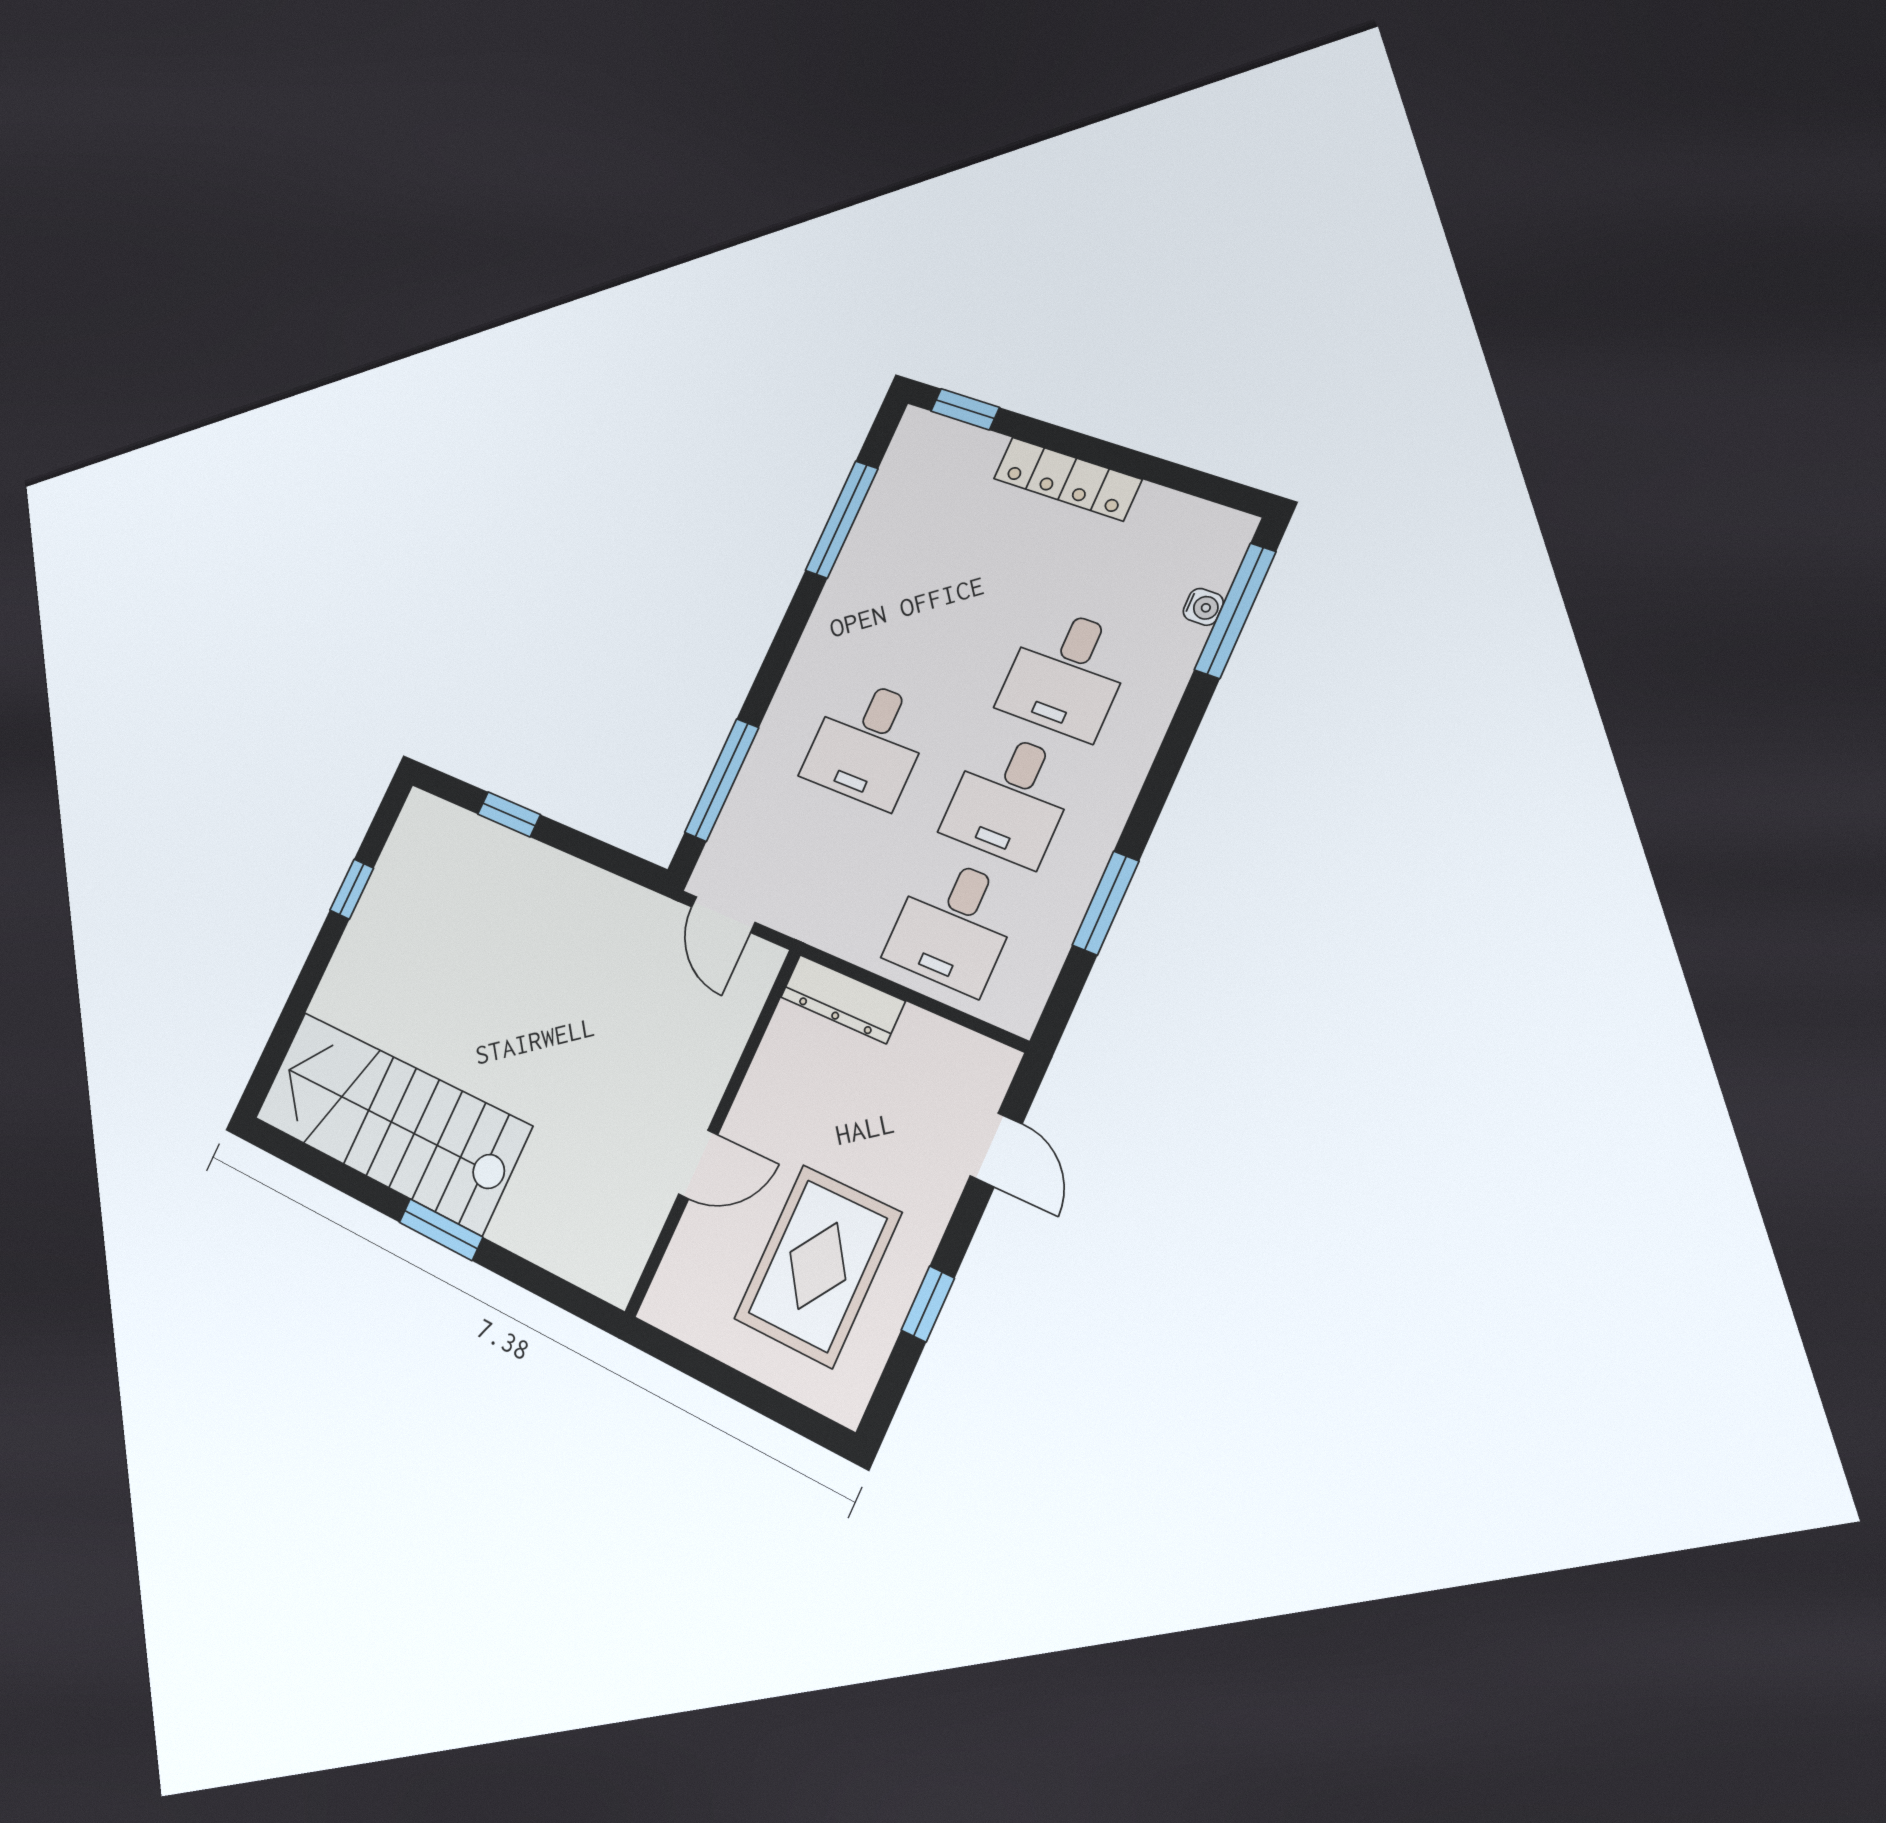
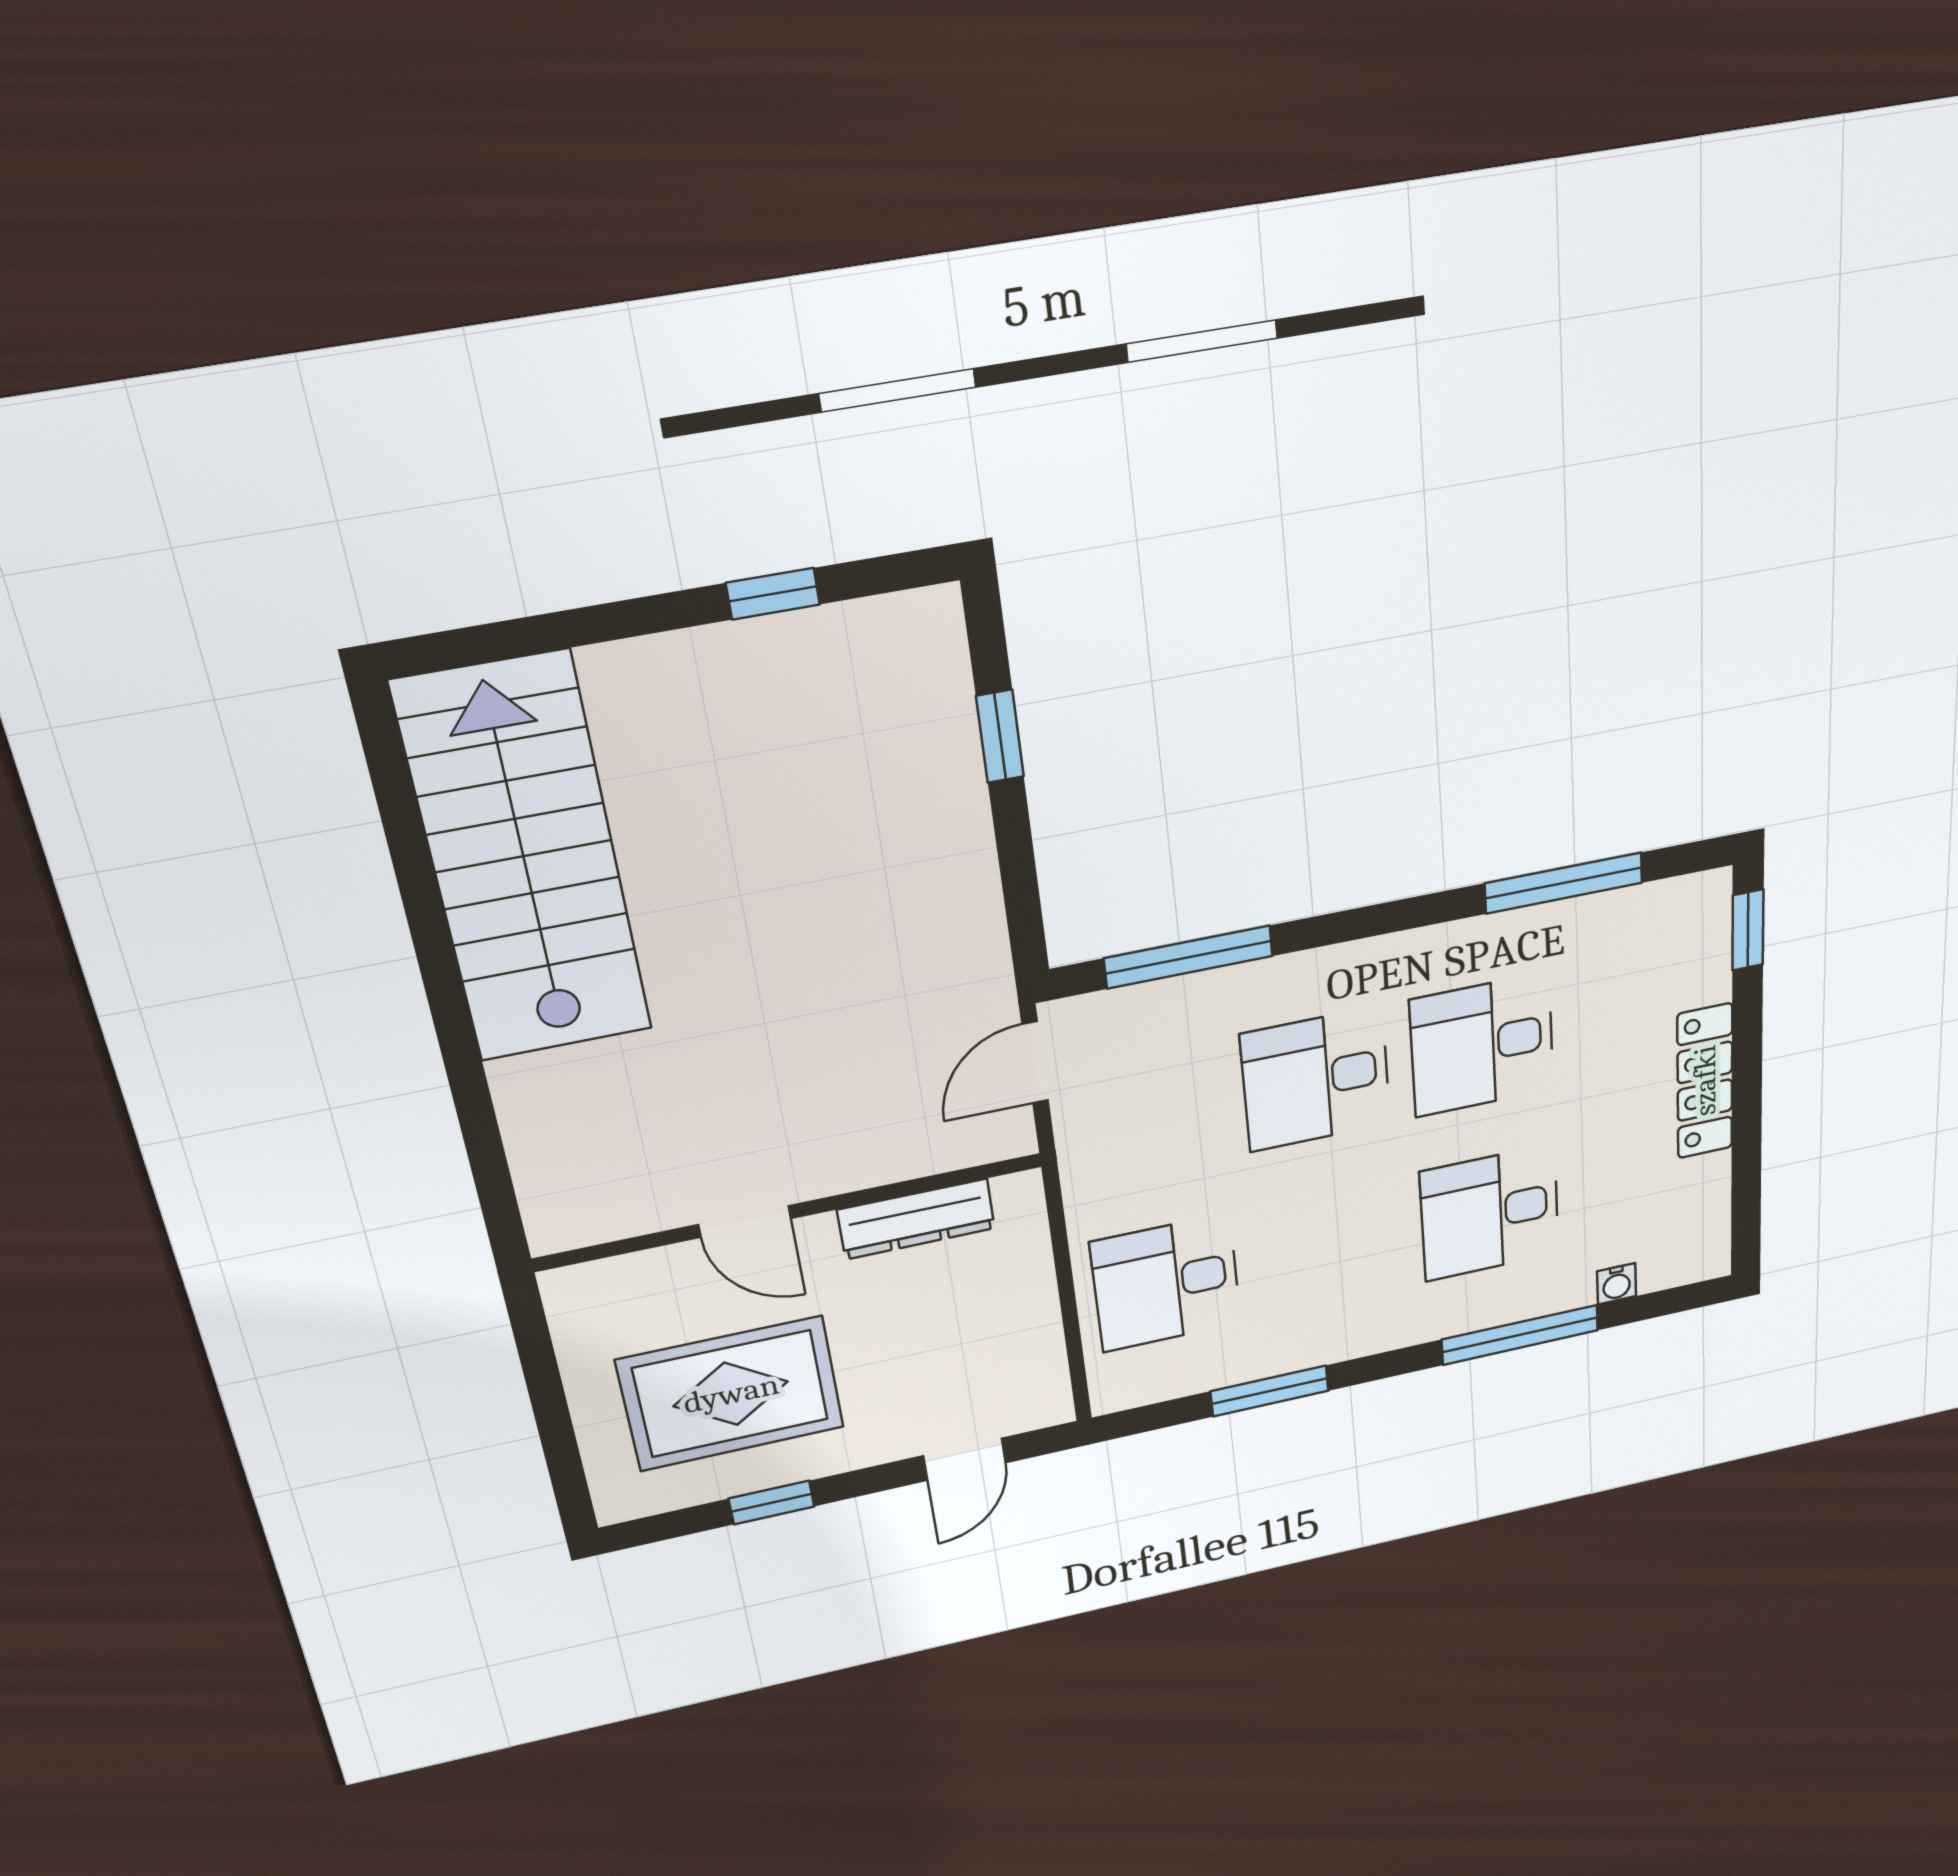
window: (1235, 611) -> (1520, 1335), moved
desk: (1010, 799) -> (1482, 1045), moved
dresser: (843, 999) -> (916, 1219), moved, turned -90
window: (441, 1230) -> (450, 1010), removed

